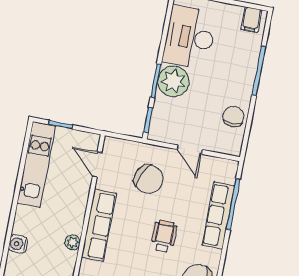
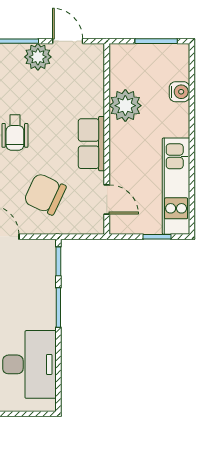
plant: (173, 81) -> (38, 311), removed
row of seats: (99, 225) -> (91, 144), width x0.68
plant: (73, 242) -> (125, 106), width x1.88, depth x1.88

